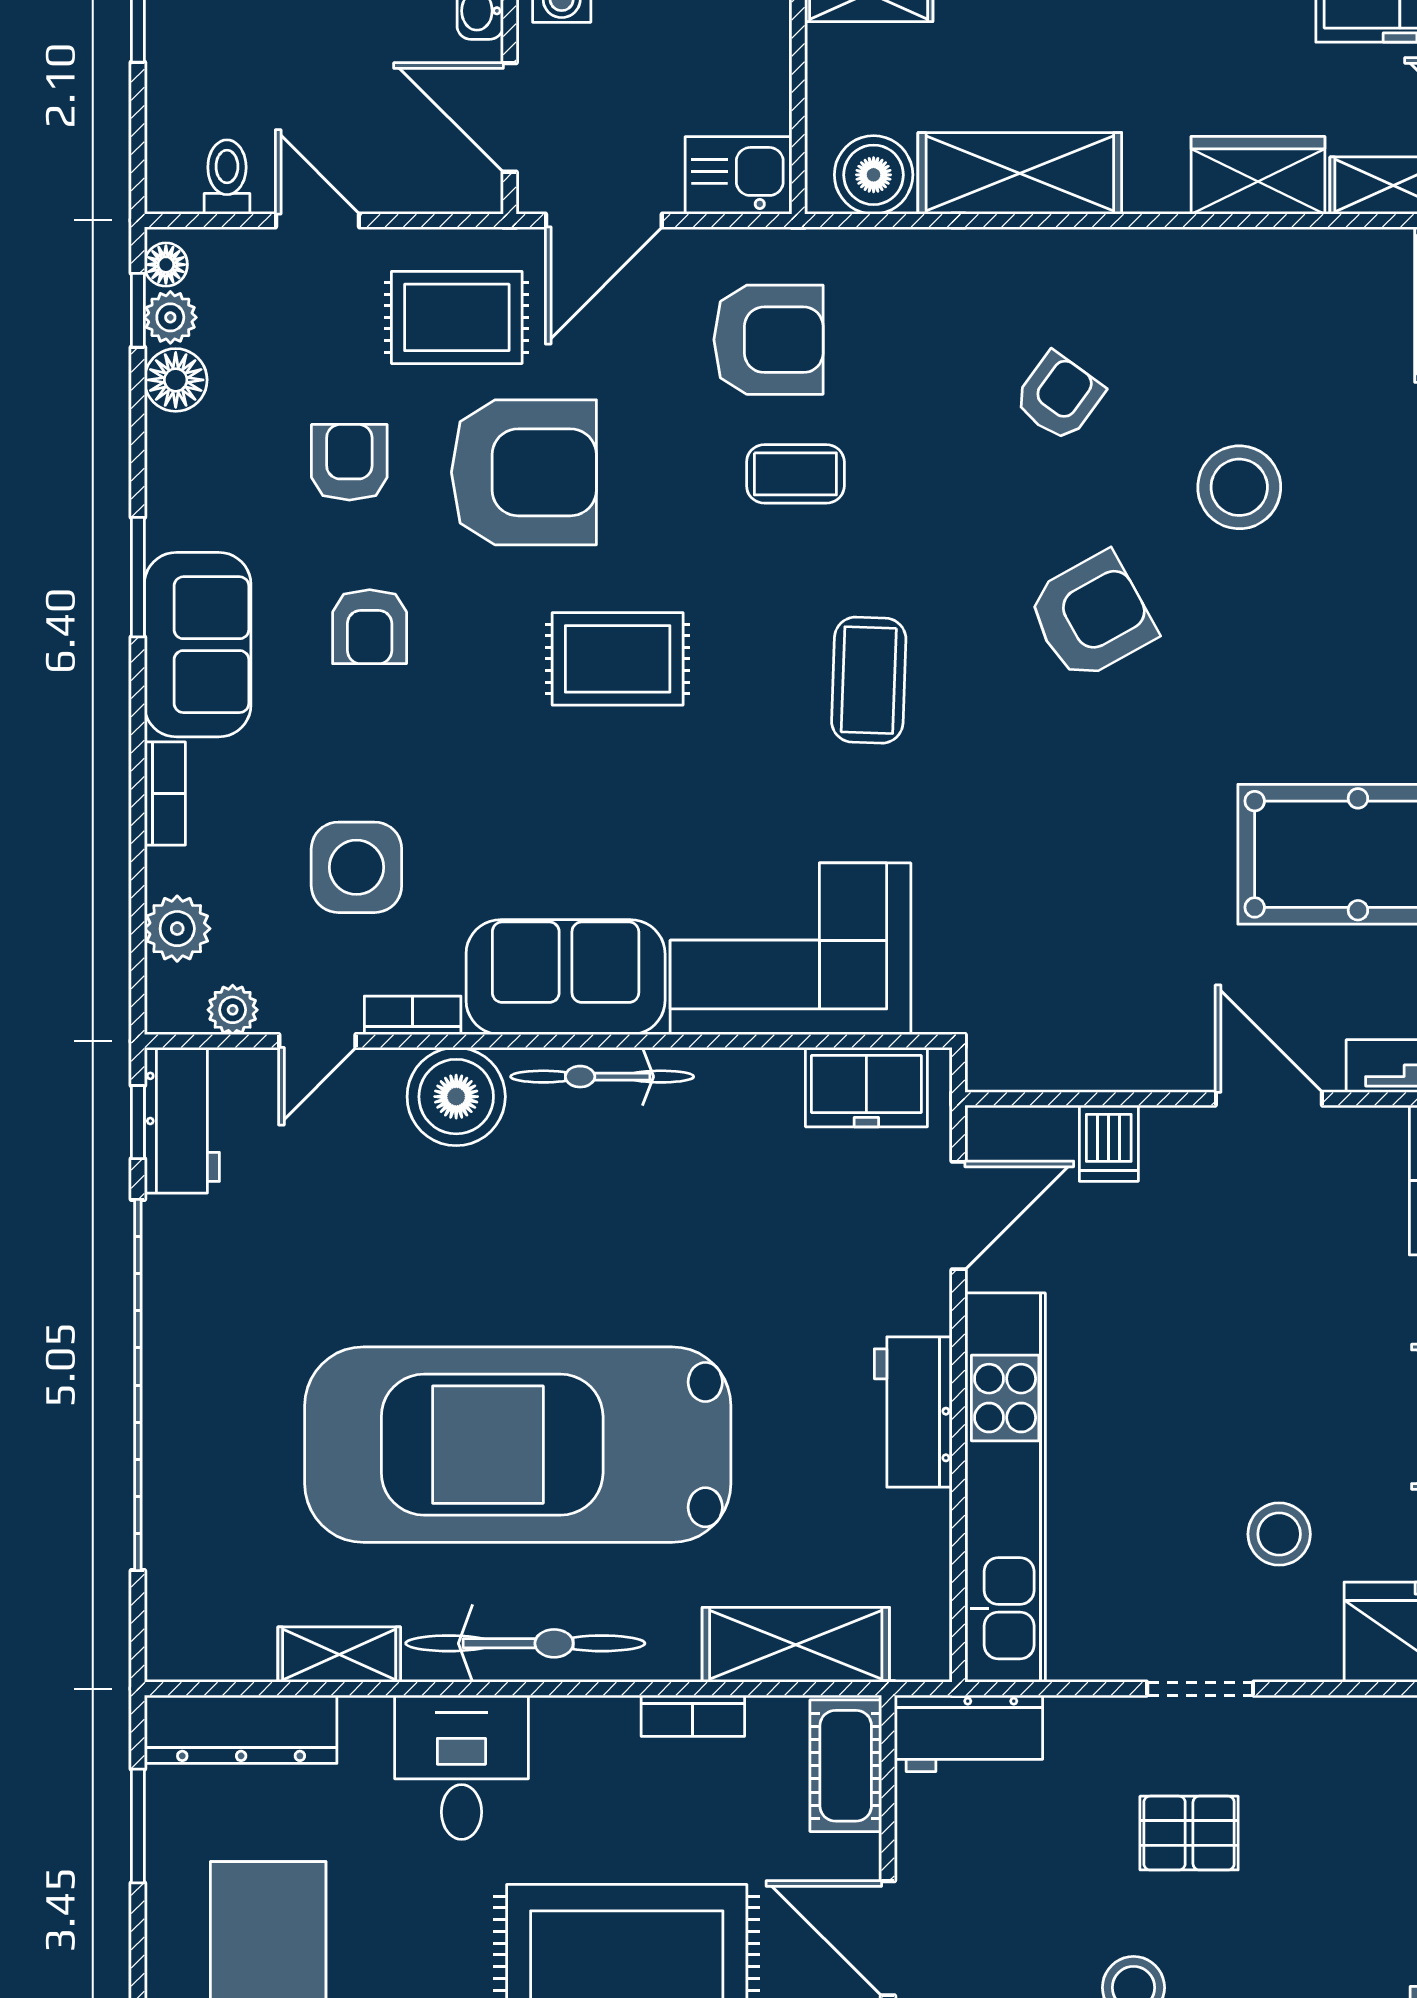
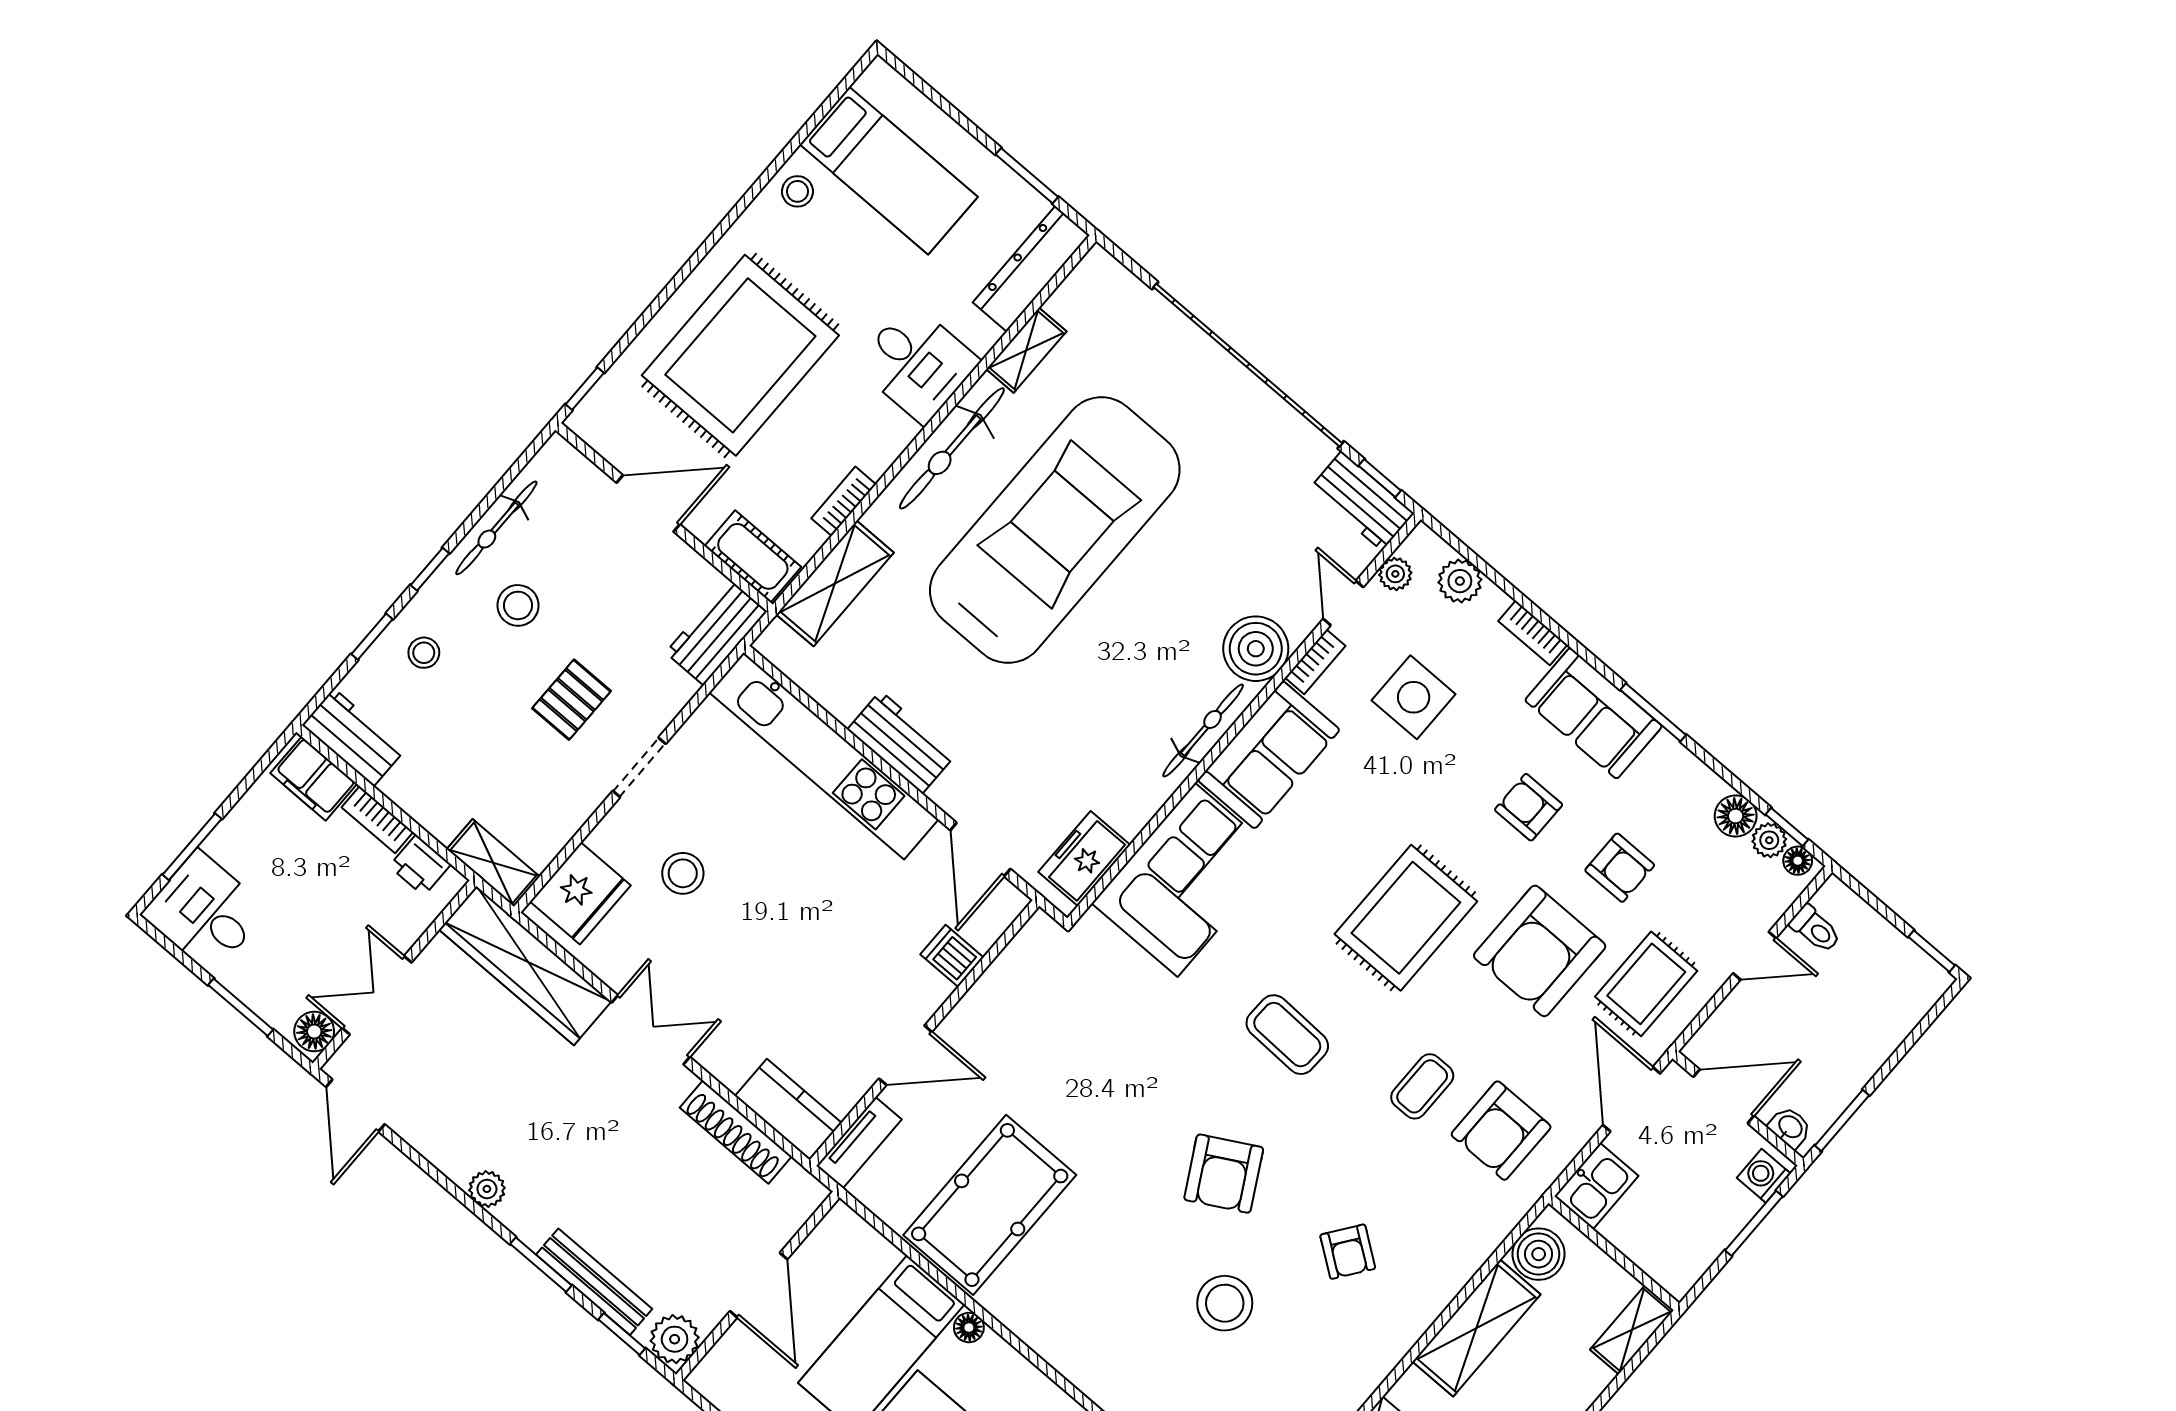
rug: (618, 659) -> (1406, 918), width x1.36, depth x1.43

